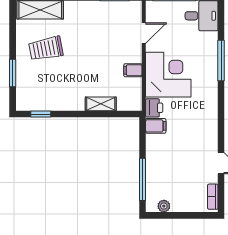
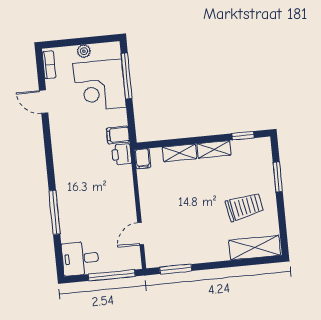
filing cabinet: (133, 70) -> (143, 159), moved, turned 90
corner desk: (168, 75) -> (99, 85), moved
shelving: (69, 104) -> (214, 149), added
plant: (164, 206) -> (84, 51), moved

